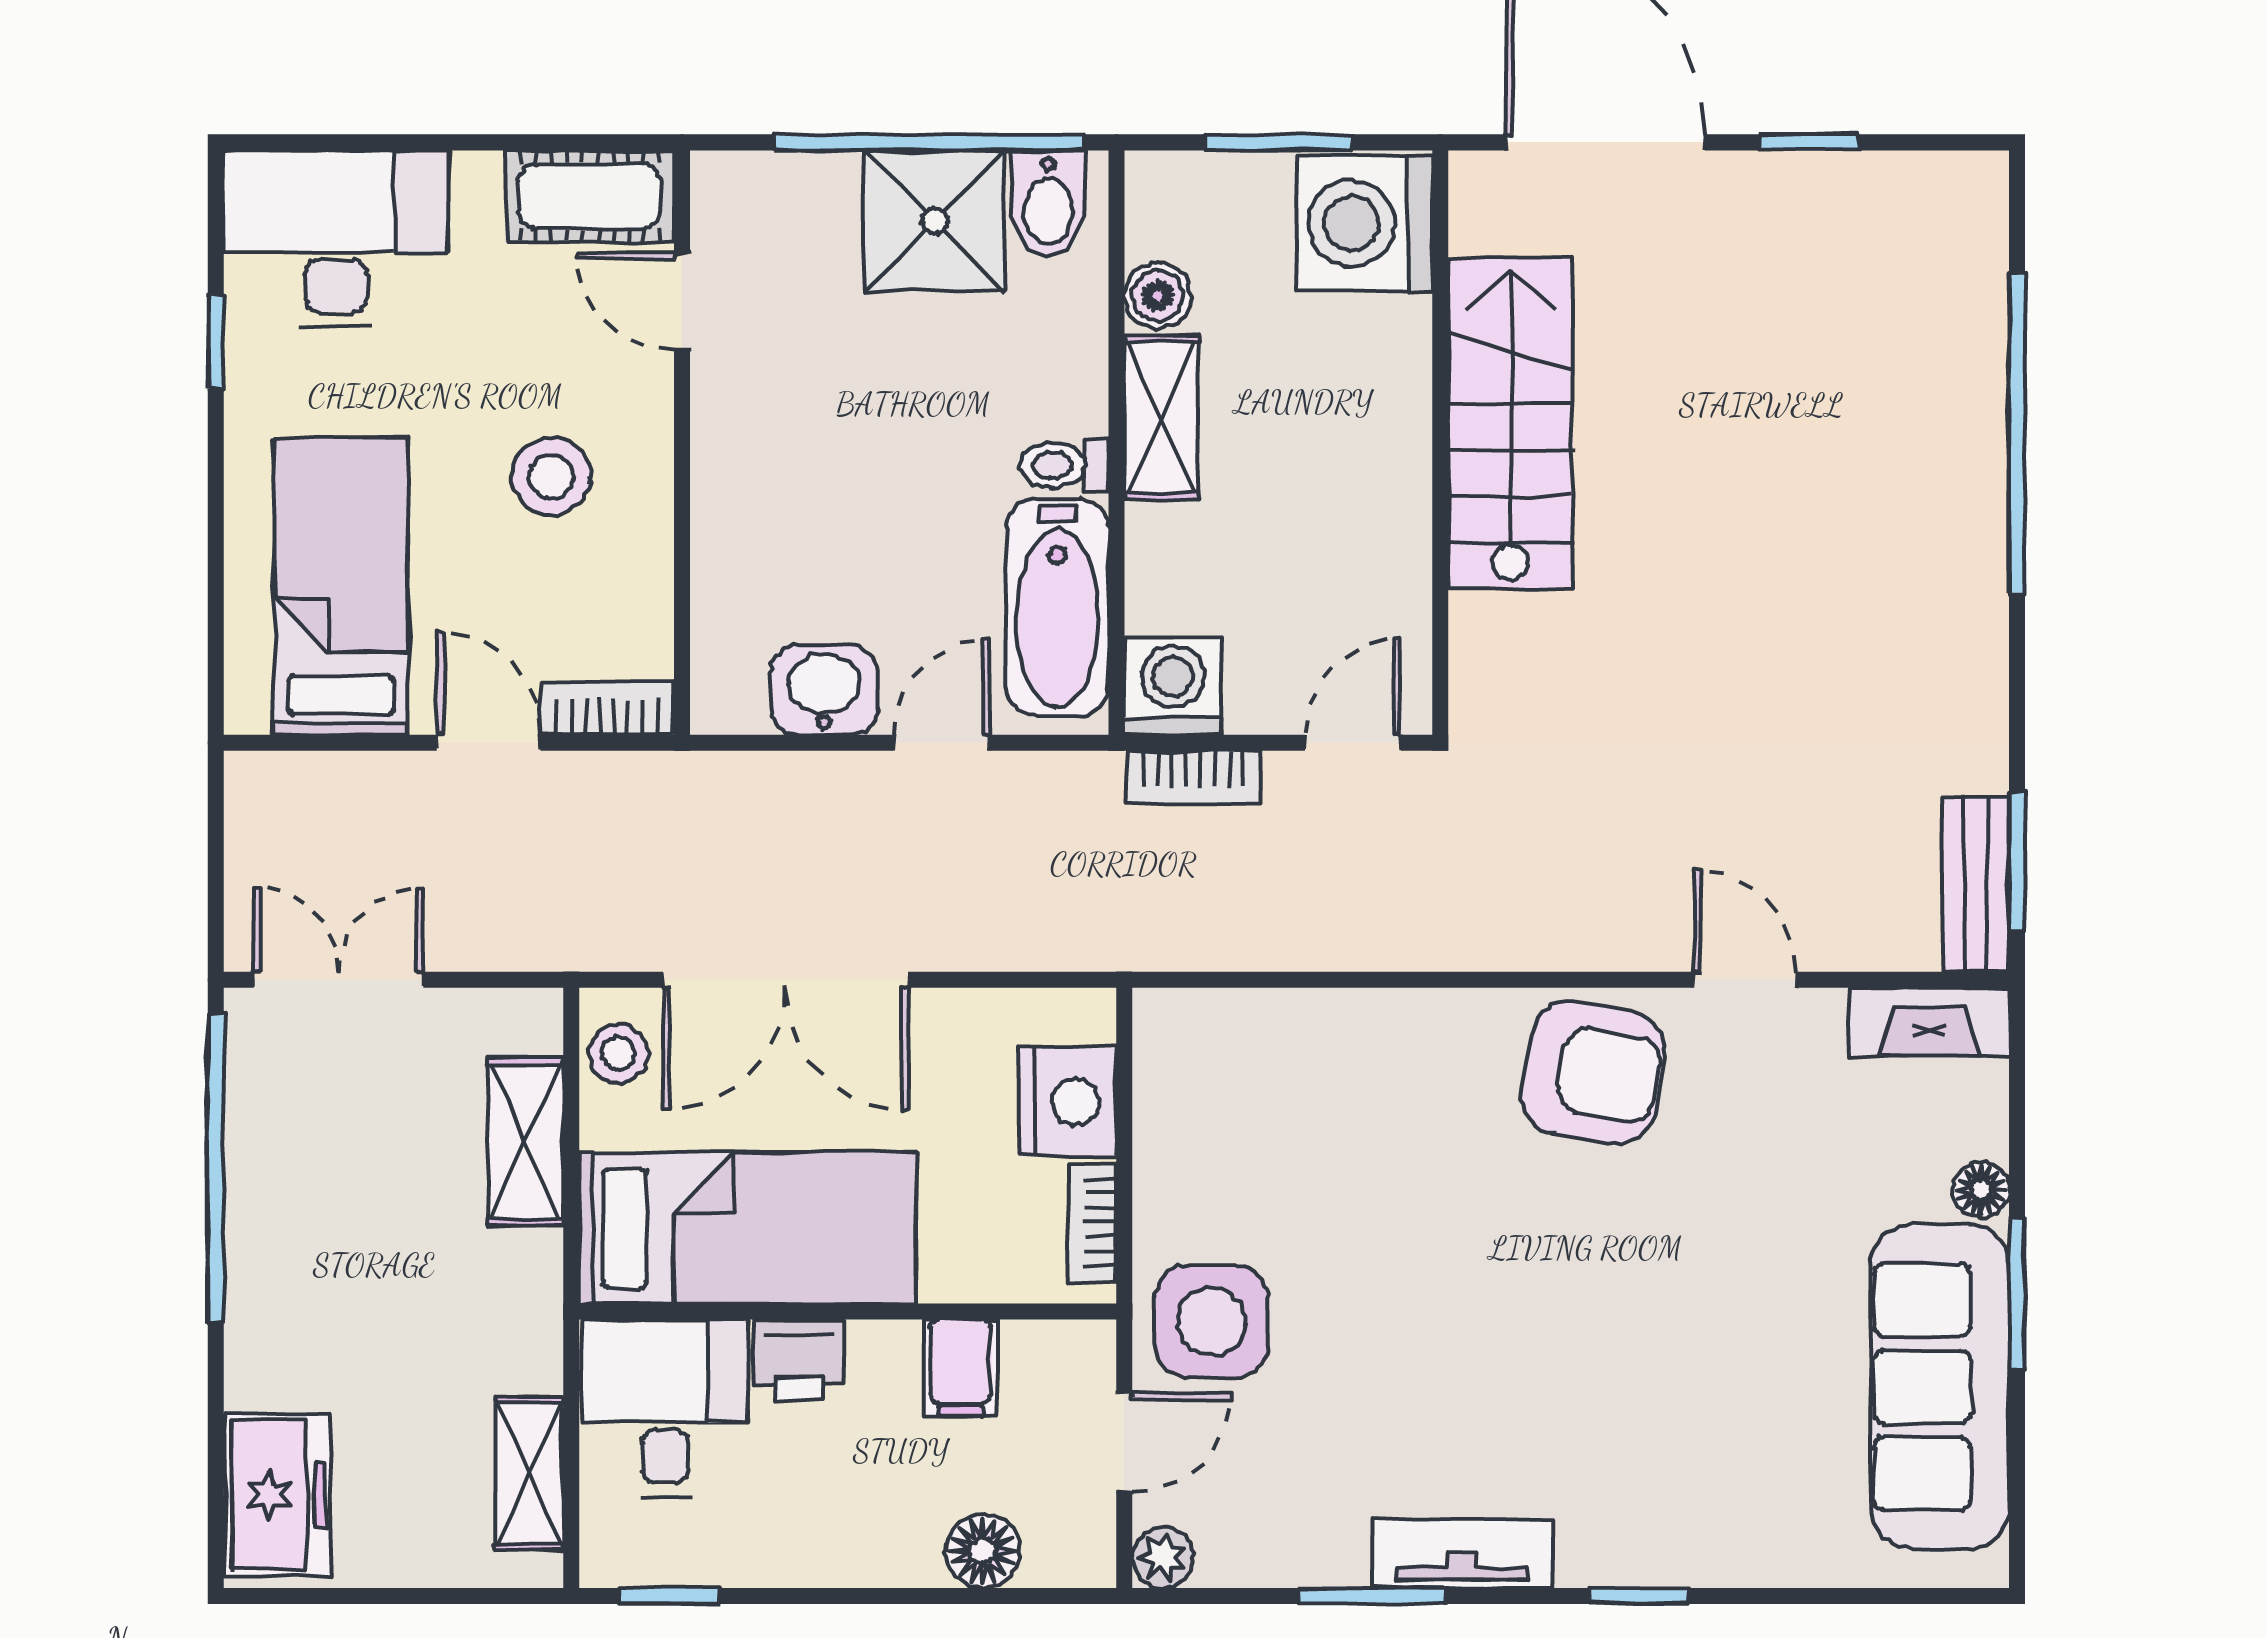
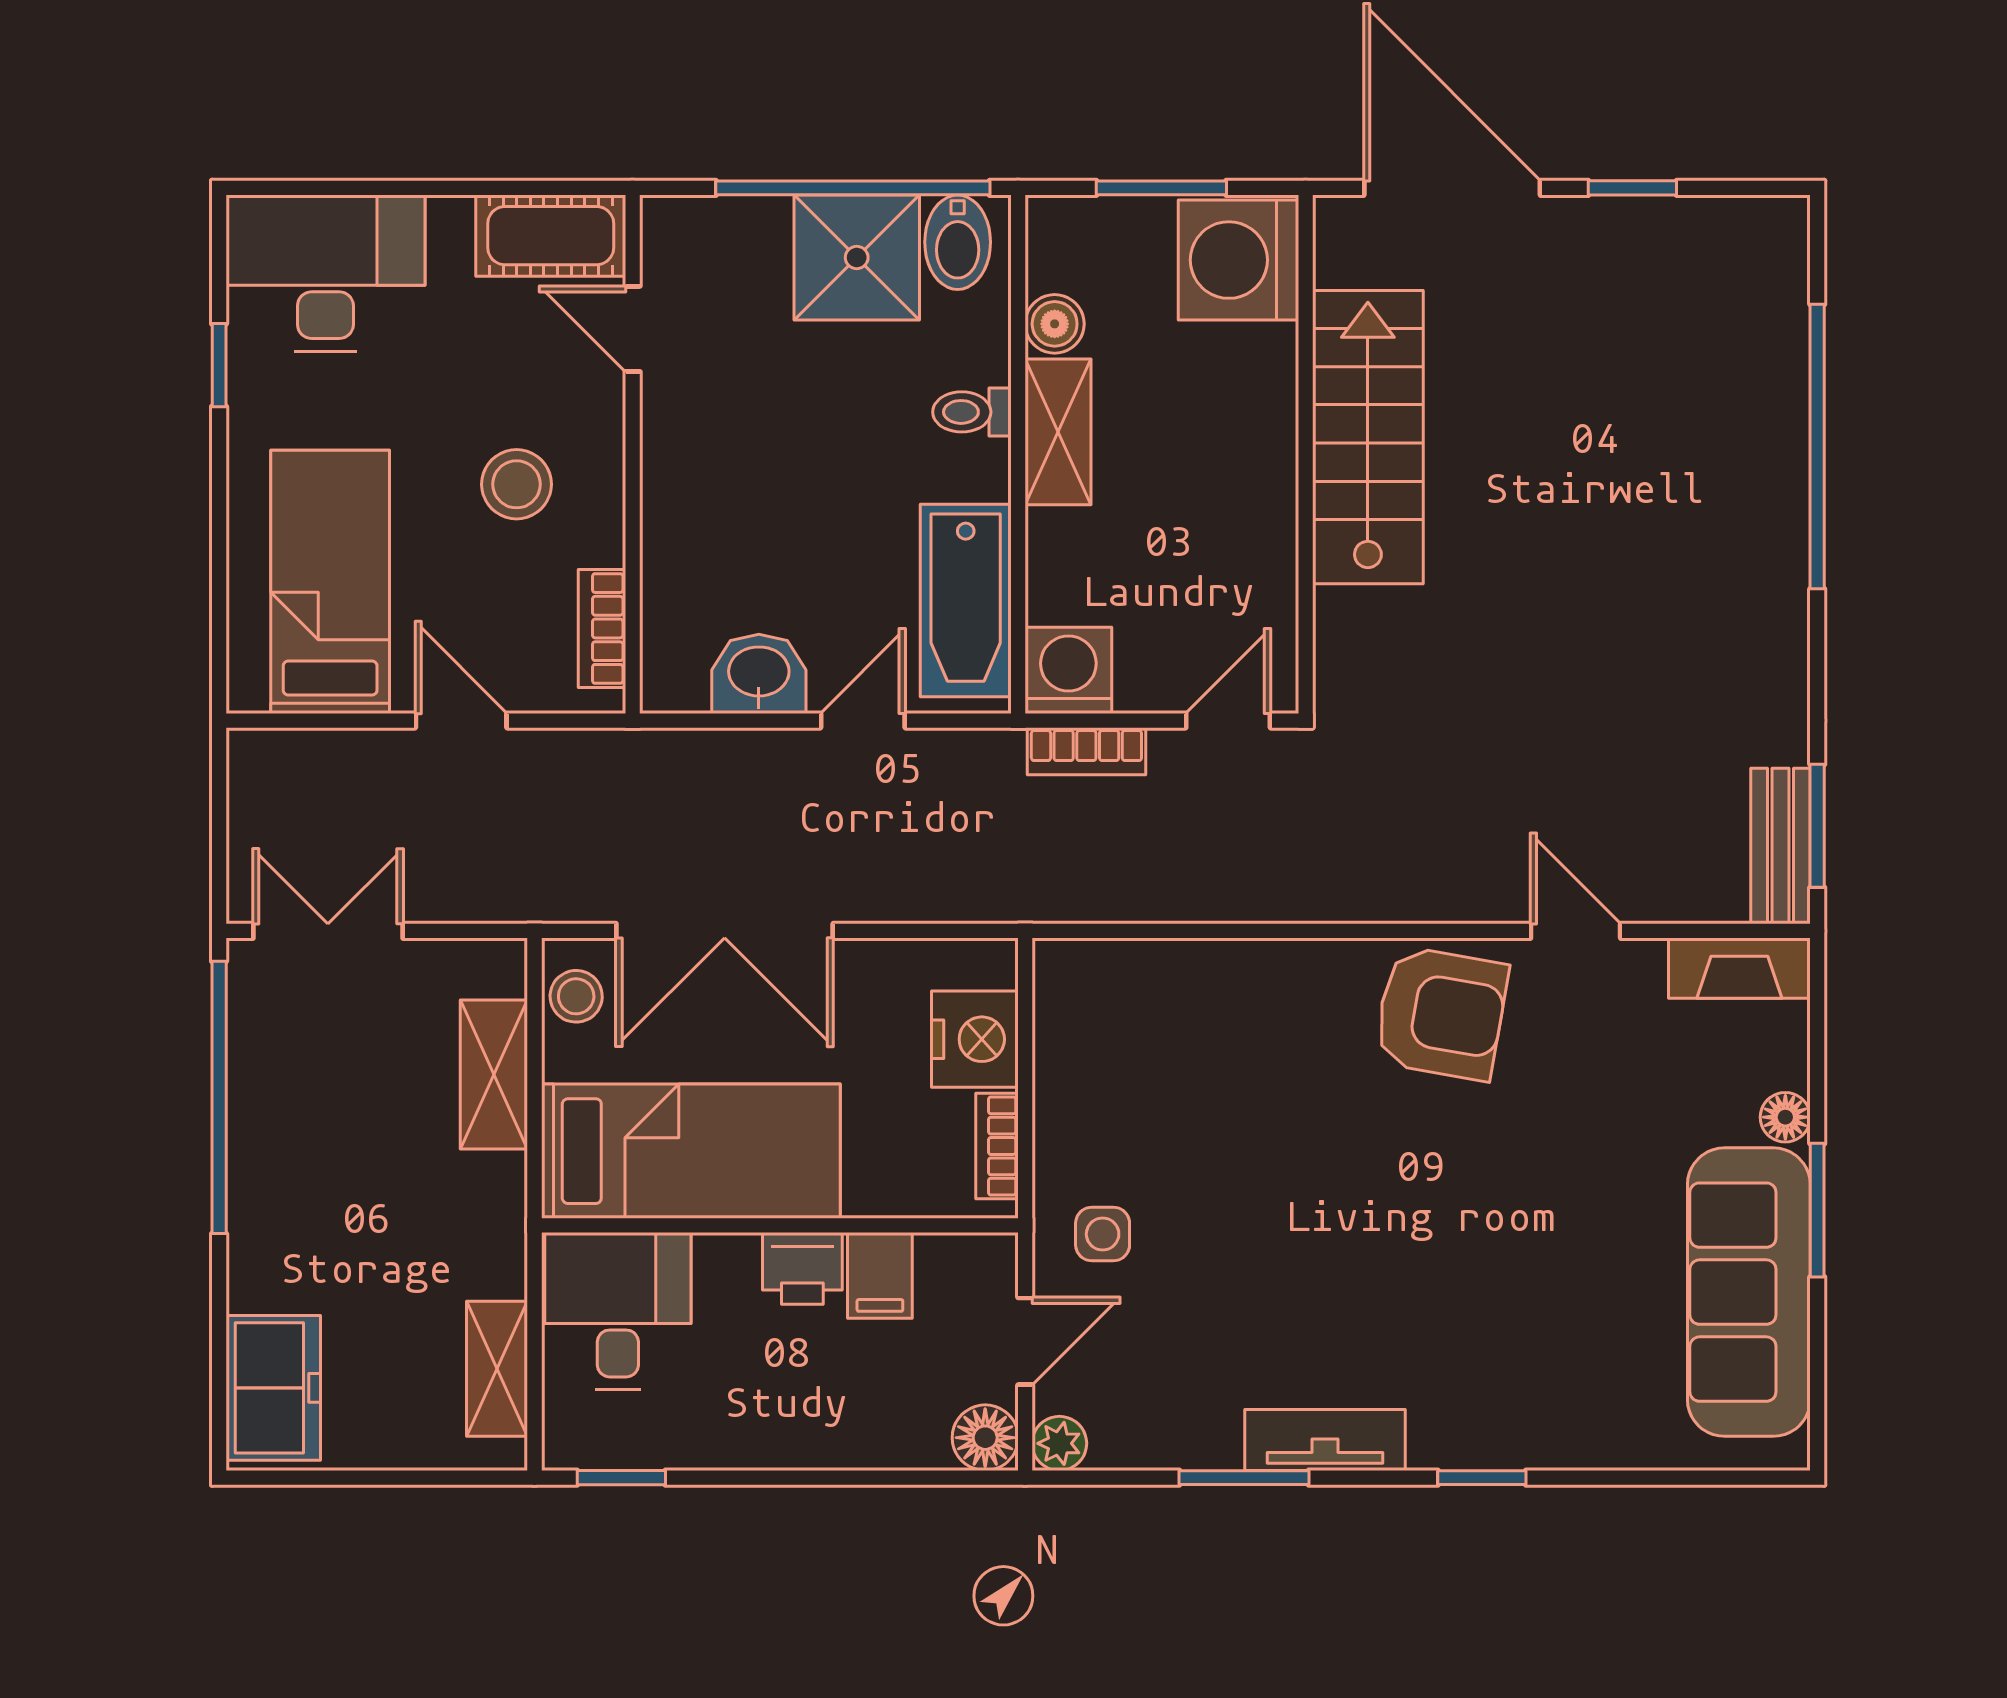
toilet: (1064, 465) -> (972, 412), moved
bookcase: (607, 708) -> (602, 628), moved, turned -90
side table: (1212, 1321) -> (1103, 1234), width x0.54, depth x0.54
printer: (799, 1360) -> (802, 1268), moved
floor lamp: (983, 1551) -> (985, 1438), moved

